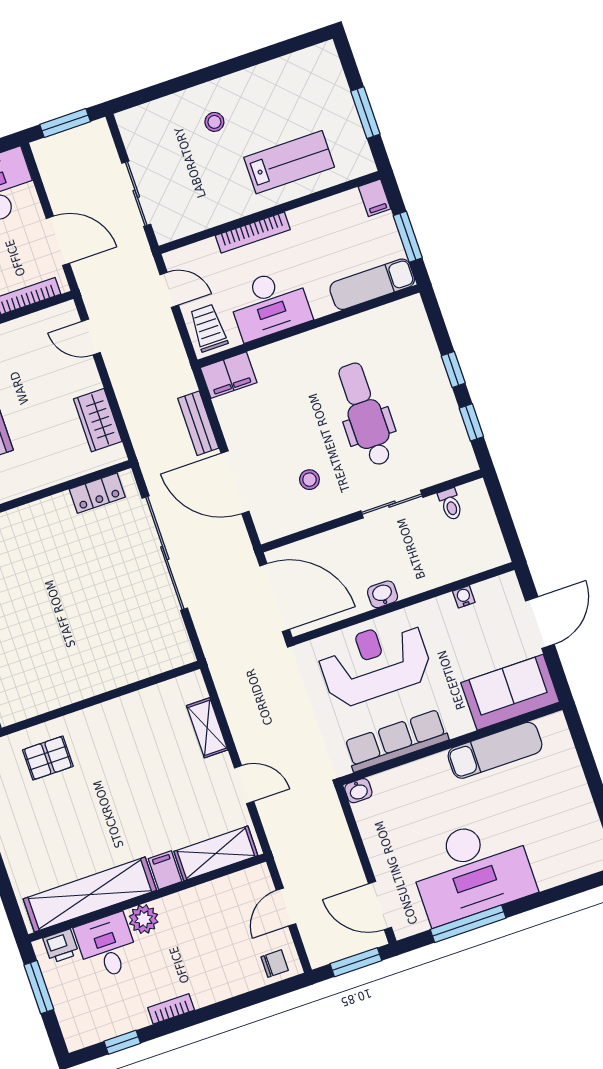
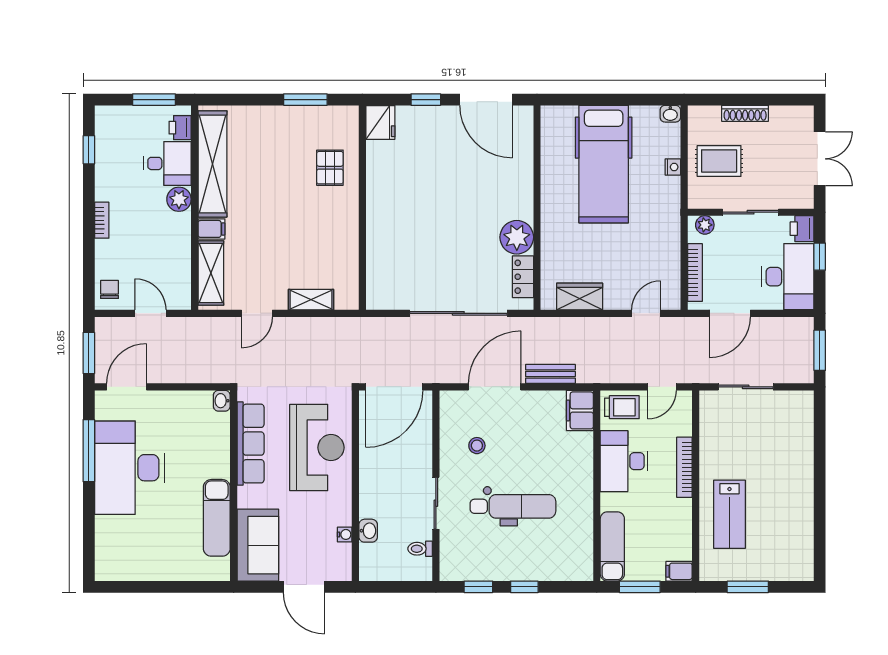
stool: (214, 122) -> (781, 467), removed
plant: (54, 516) -> (517, 237), added
washbasin: (383, 594) -> (368, 531), moved
chair: (275, 964) -> (109, 289), turned 180
bookcase: (171, 1009) -> (102, 220), moved

